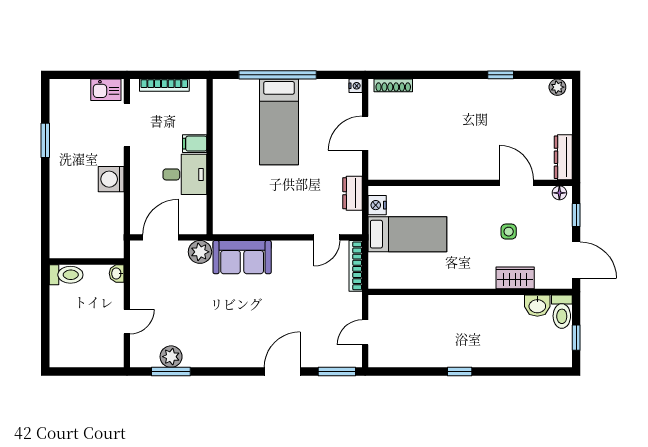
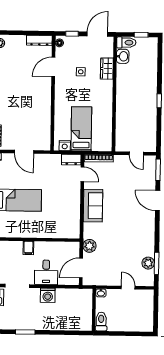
desk: (185, 174) -> (46, 272), moved, turned 180
dresser: (352, 193) -> (71, 160), moved
door: (160, 237) -> (81, 268), hinge flipped
sofa: (242, 257) -> (93, 206), moved

